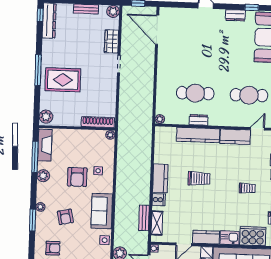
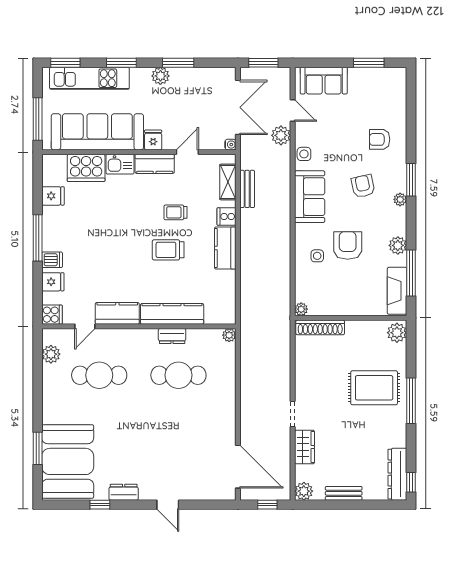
trolley: (247, 188) -> (175, 212), moved

